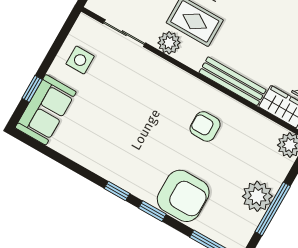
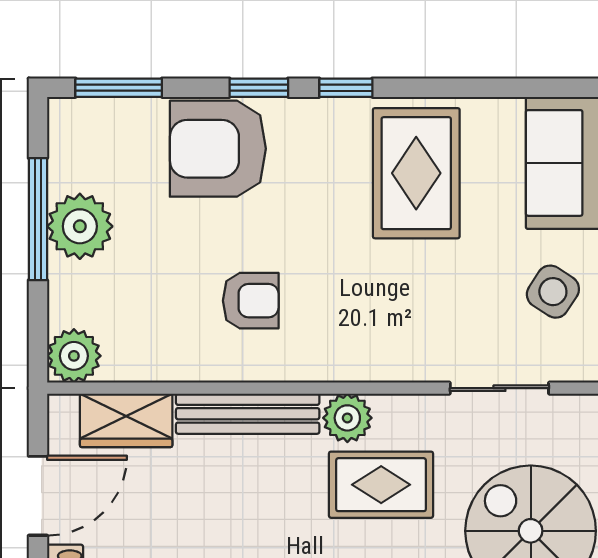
plant: (169, 43) -> (347, 418), moved
side table: (80, 60) -> (553, 292), turned 33
rug: (108, 140) -> (416, 173), added

